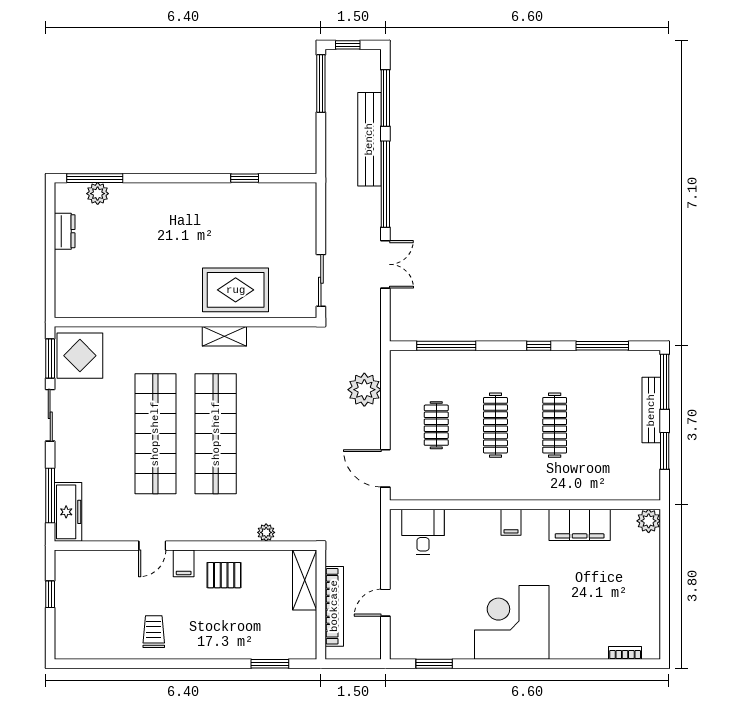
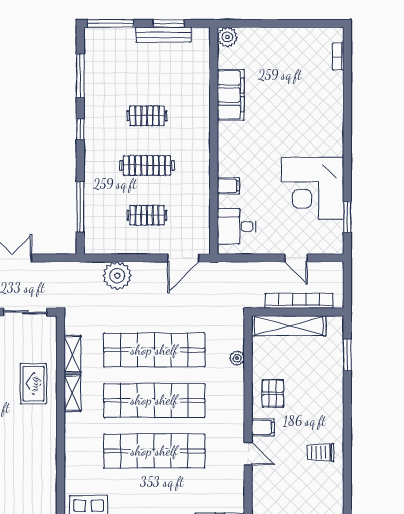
rug: (236, 290) -> (33, 384), width x0.73, depth x0.70
shelving: (271, 336) -> (72, 354), added
bench: (651, 410) -> (164, 35), moved
clothes rail: (555, 425) -> (147, 116), width x0.73
shop shelf: (276, 434) -> (154, 350), added
filing cabinet: (511, 522) -> (228, 186), moved
shelving: (305, 580) -> (289, 326), width x1.47
corner desk: (512, 622) -> (313, 188), moved

